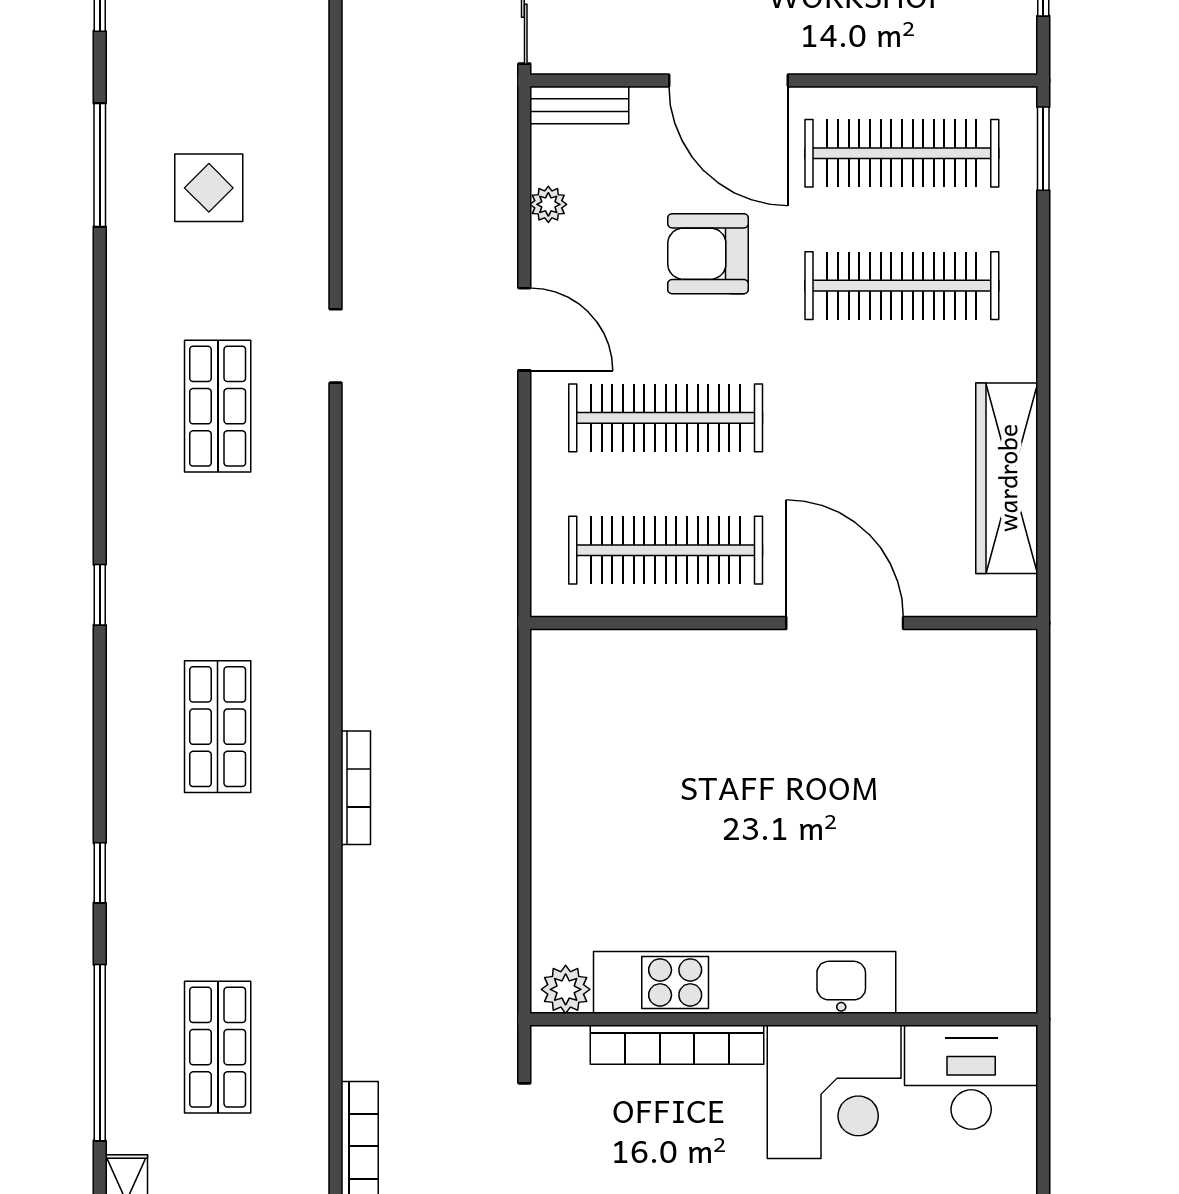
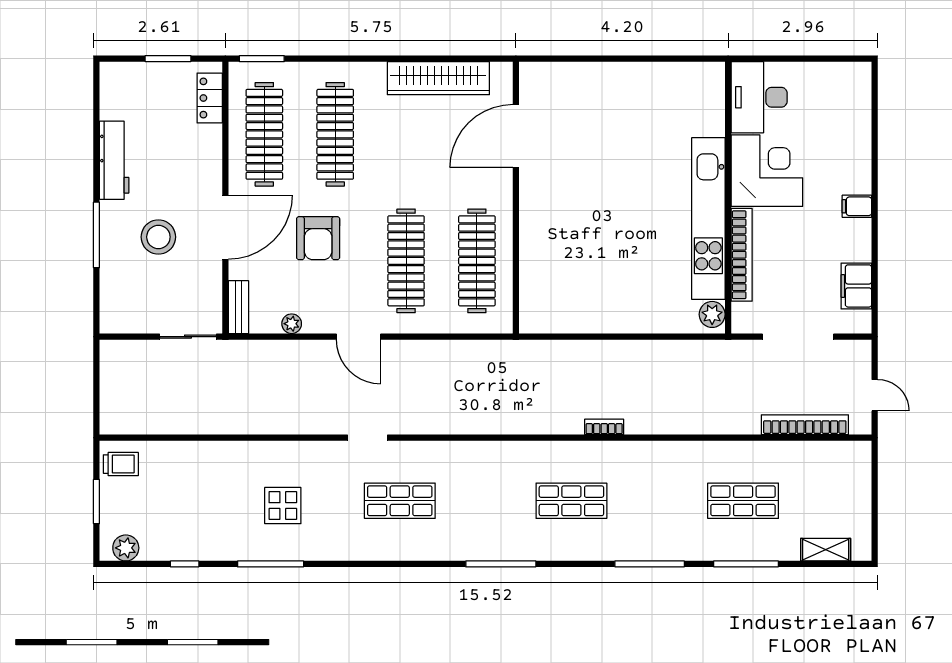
locker: (970, 51) -> (210, 98), added
door: (524, 329) -> (359, 337), swing flipped
window: (100, 595) -> (501, 564), width x2.17
door: (845, 623) -> (516, 136), moved
bookcase: (356, 788) -> (604, 427), width x0.64
window: (100, 873) -> (650, 564), width x2.17
window: (100, 1053) -> (746, 564), width x0.68

